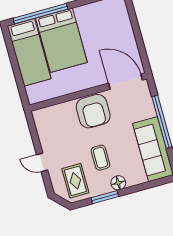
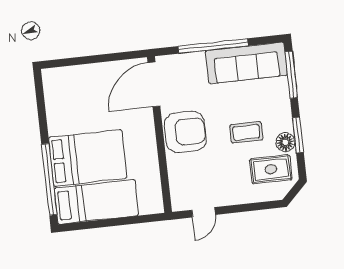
door: (42, 162) -> (204, 212), moved
floor lamp: (118, 183) -> (285, 142), moved
window: (150, 185) -> (291, 75), added

